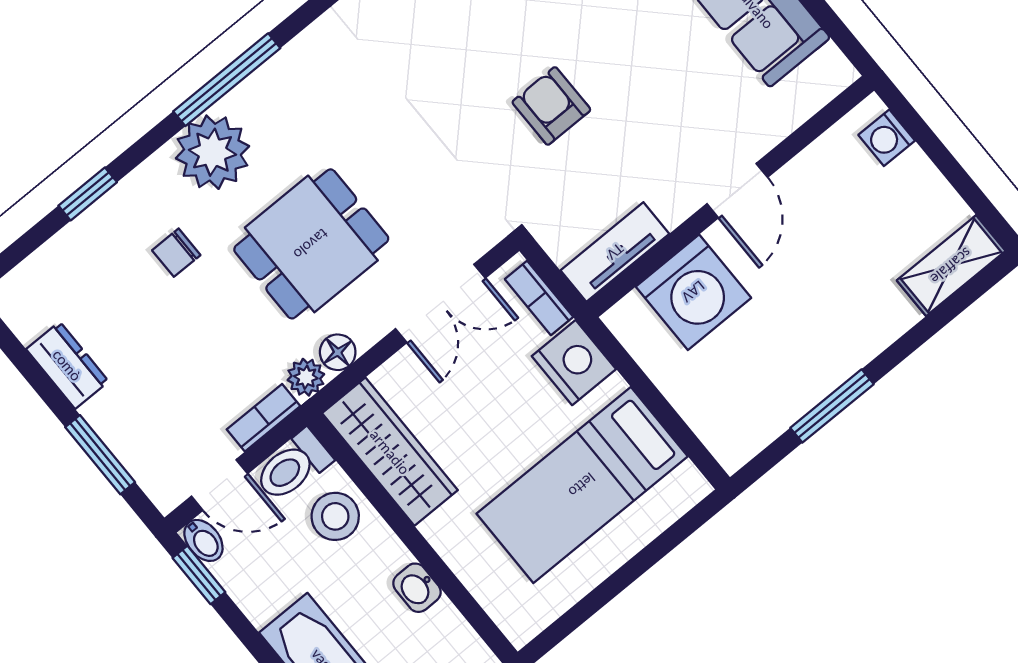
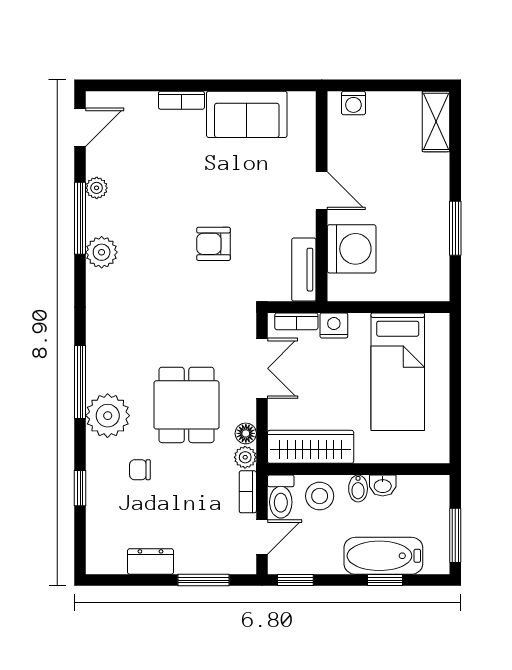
chair: (176, 253) -> (140, 470), turned 90
nightstand: (574, 363) -> (334, 326), width x0.74, depth x0.75
bidet: (203, 540) -> (358, 488), moved, turned 90

